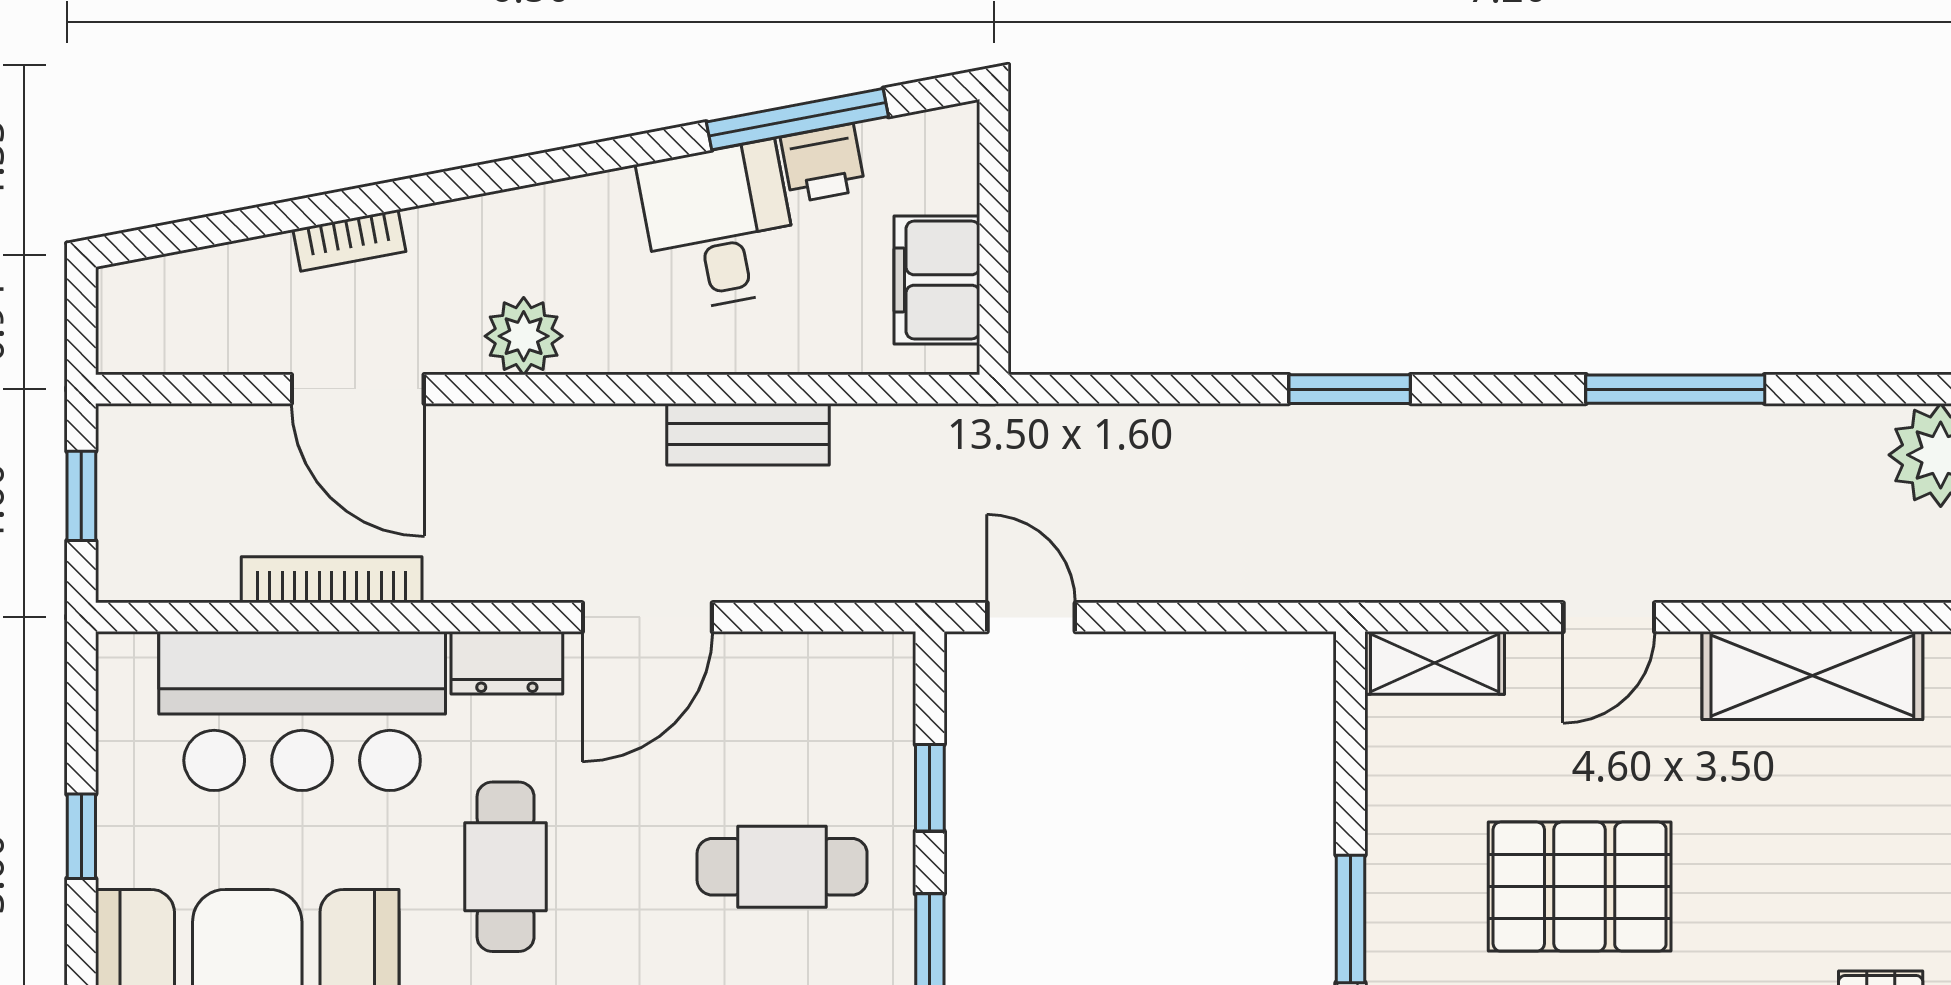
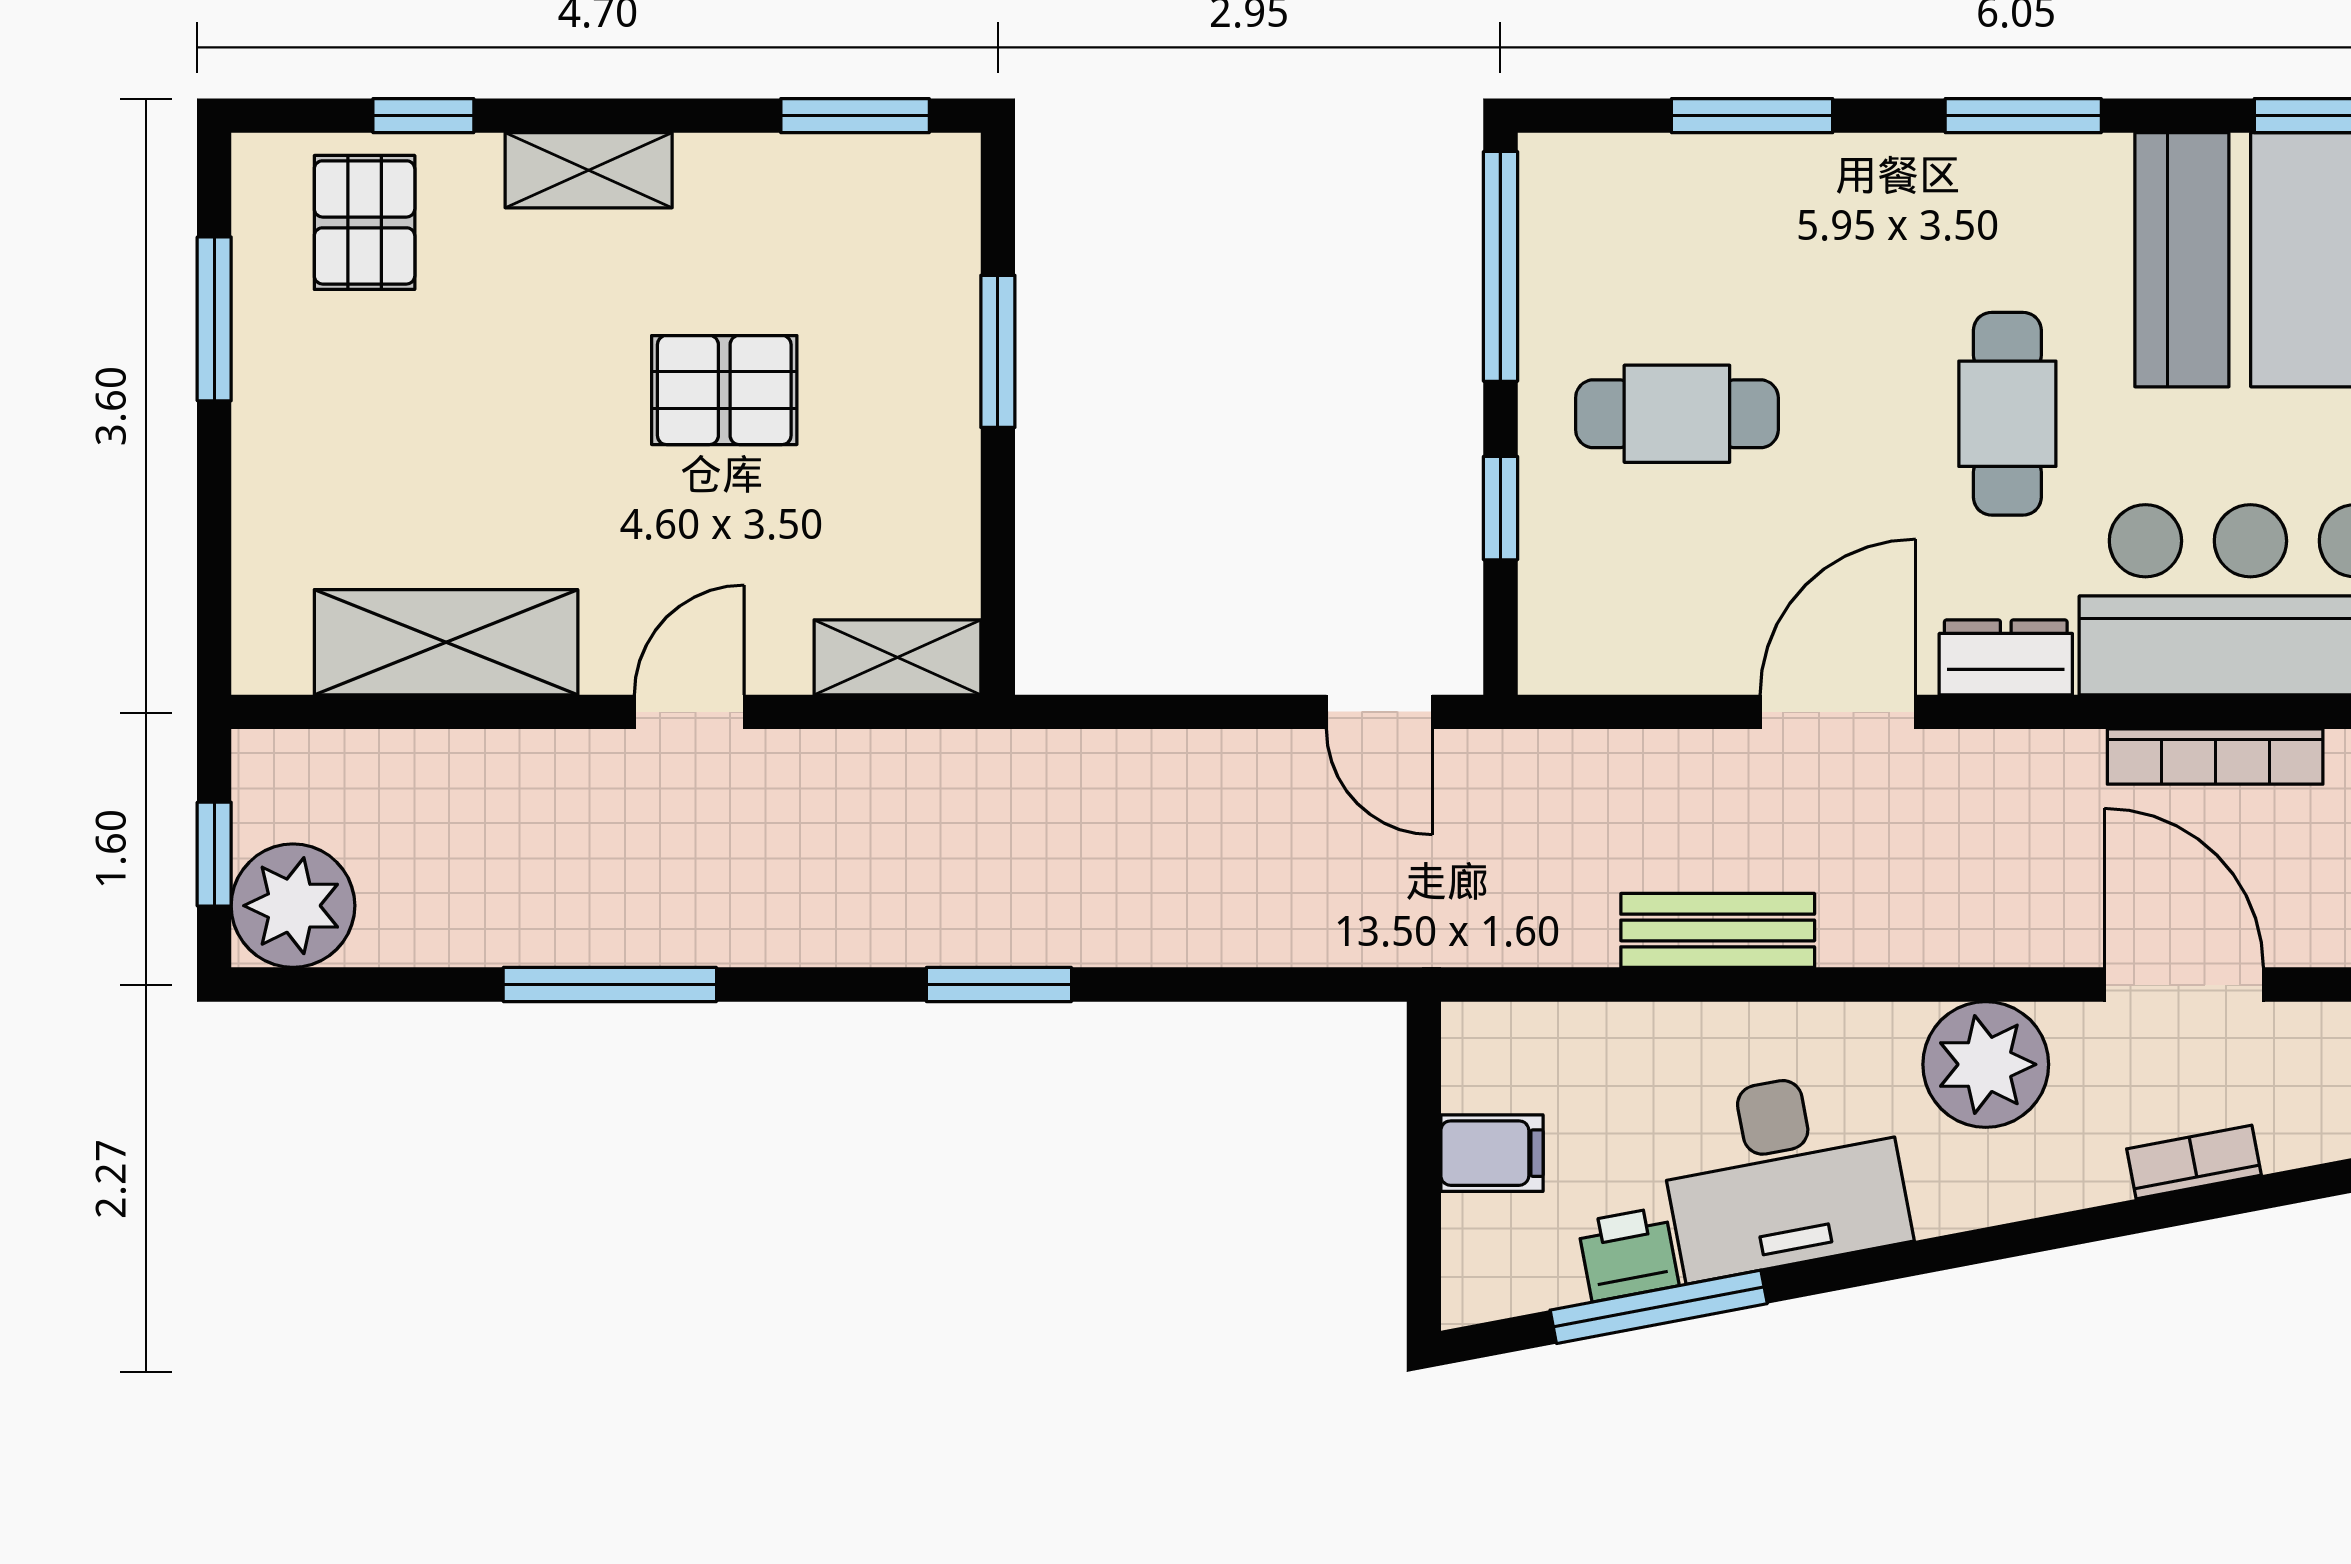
desk: (719, 226) -> (1783, 1173), width x1.37
filing cabinet: (937, 280) -> (1492, 1153), width x0.50
plant: (524, 336) -> (1986, 1064), width x1.36, depth x1.36
pallet: (1580, 887) -> (724, 390), width x0.67, depth x0.71

